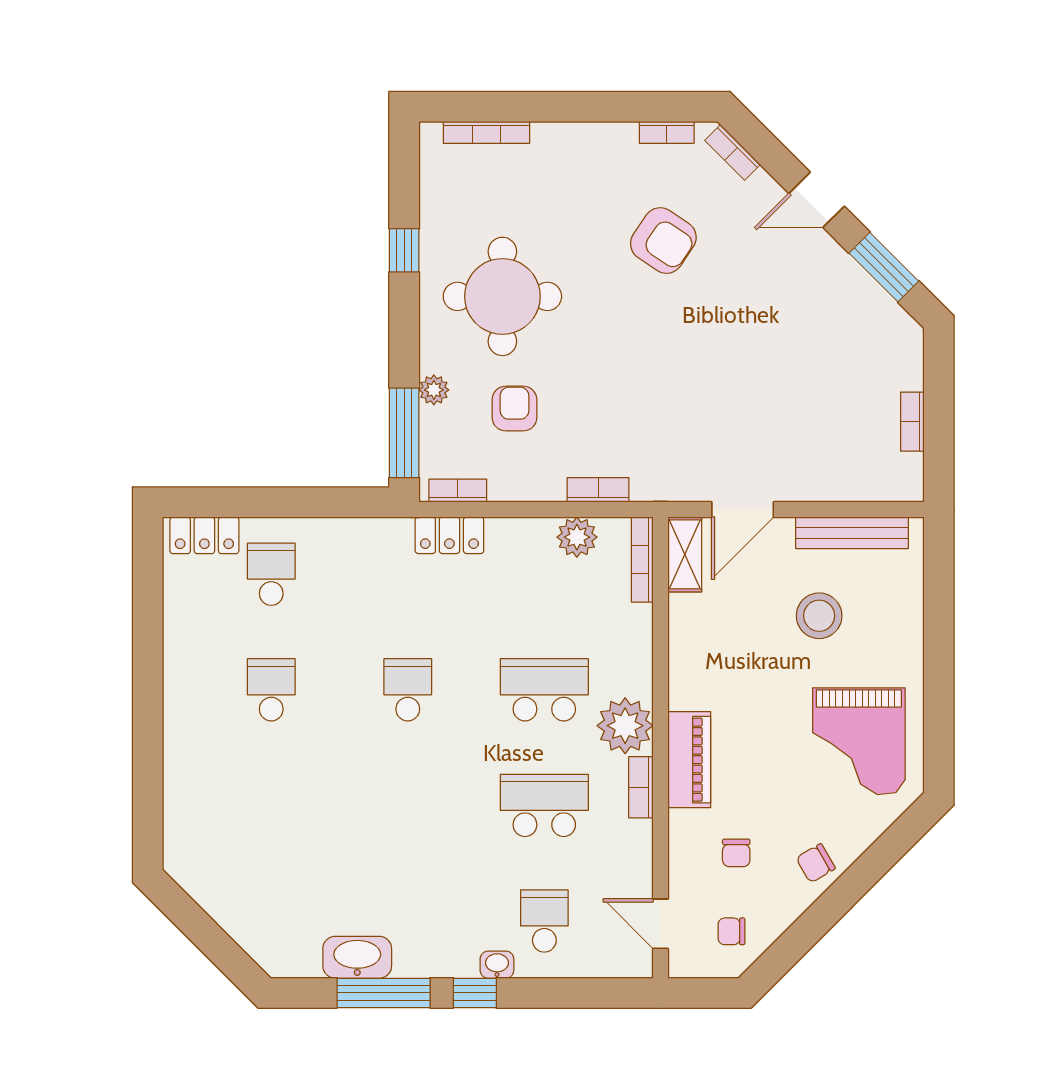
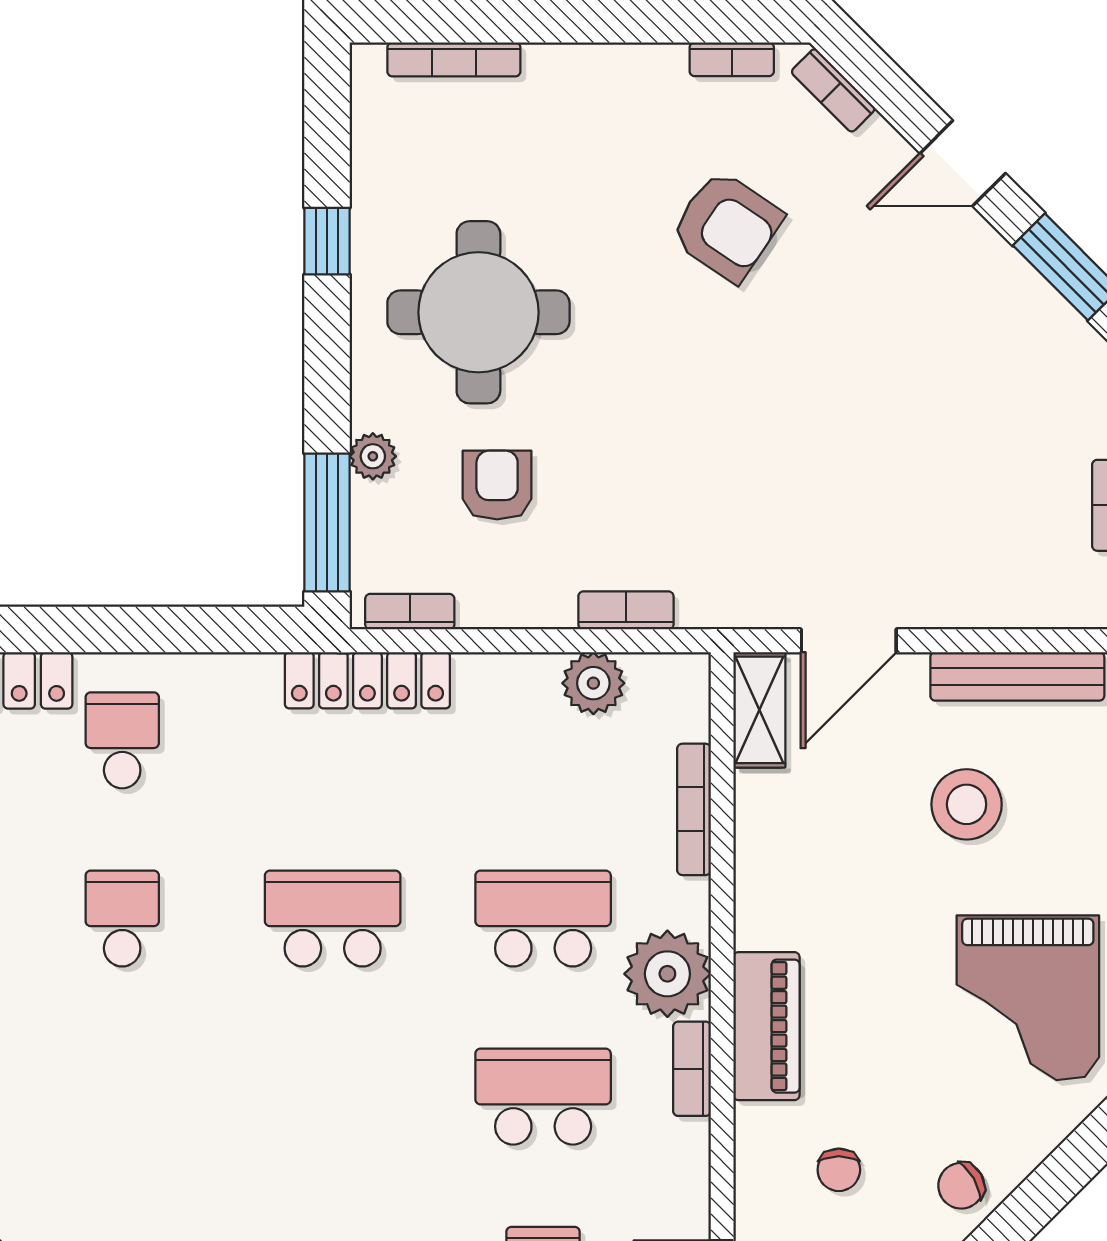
locker: (449, 535) -> (367, 680), width x1.53
bookcase: (642, 559) -> (694, 809), moved
school desk: (408, 690) -> (333, 919), width x1.85

